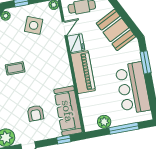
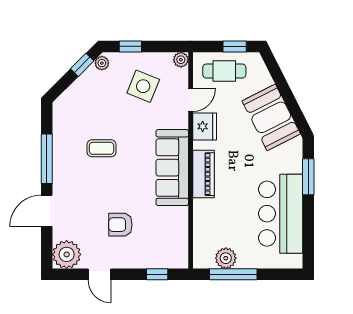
piano: (83, 72) -> (204, 174), width x0.73, depth x0.75
sofa: (68, 111) -> (172, 168), moved
armchair: (35, 113) -> (120, 225), turned 90
window: (124, 128) -> (233, 274), moved

